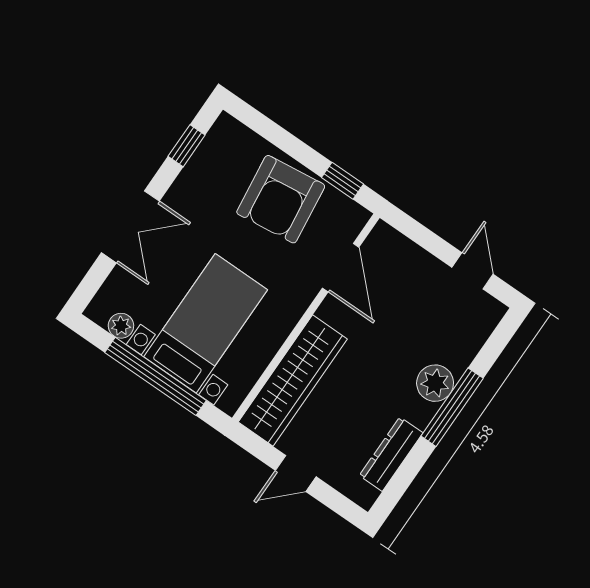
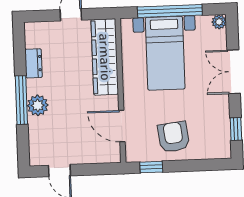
armchair: (281, 199) -> (174, 137), width x0.73, depth x0.73
plant: (121, 326) -> (219, 22), moved
dresser: (391, 454) -> (34, 63), width x0.70

